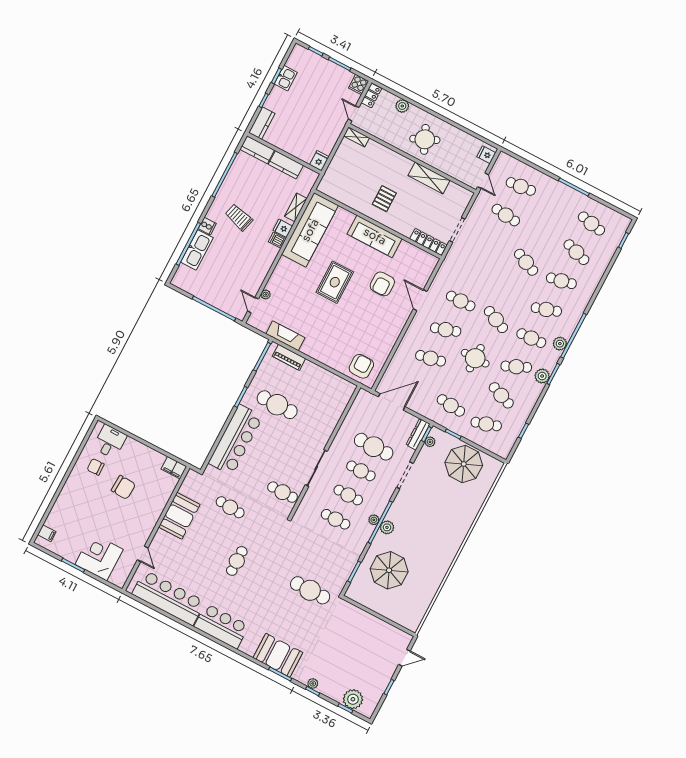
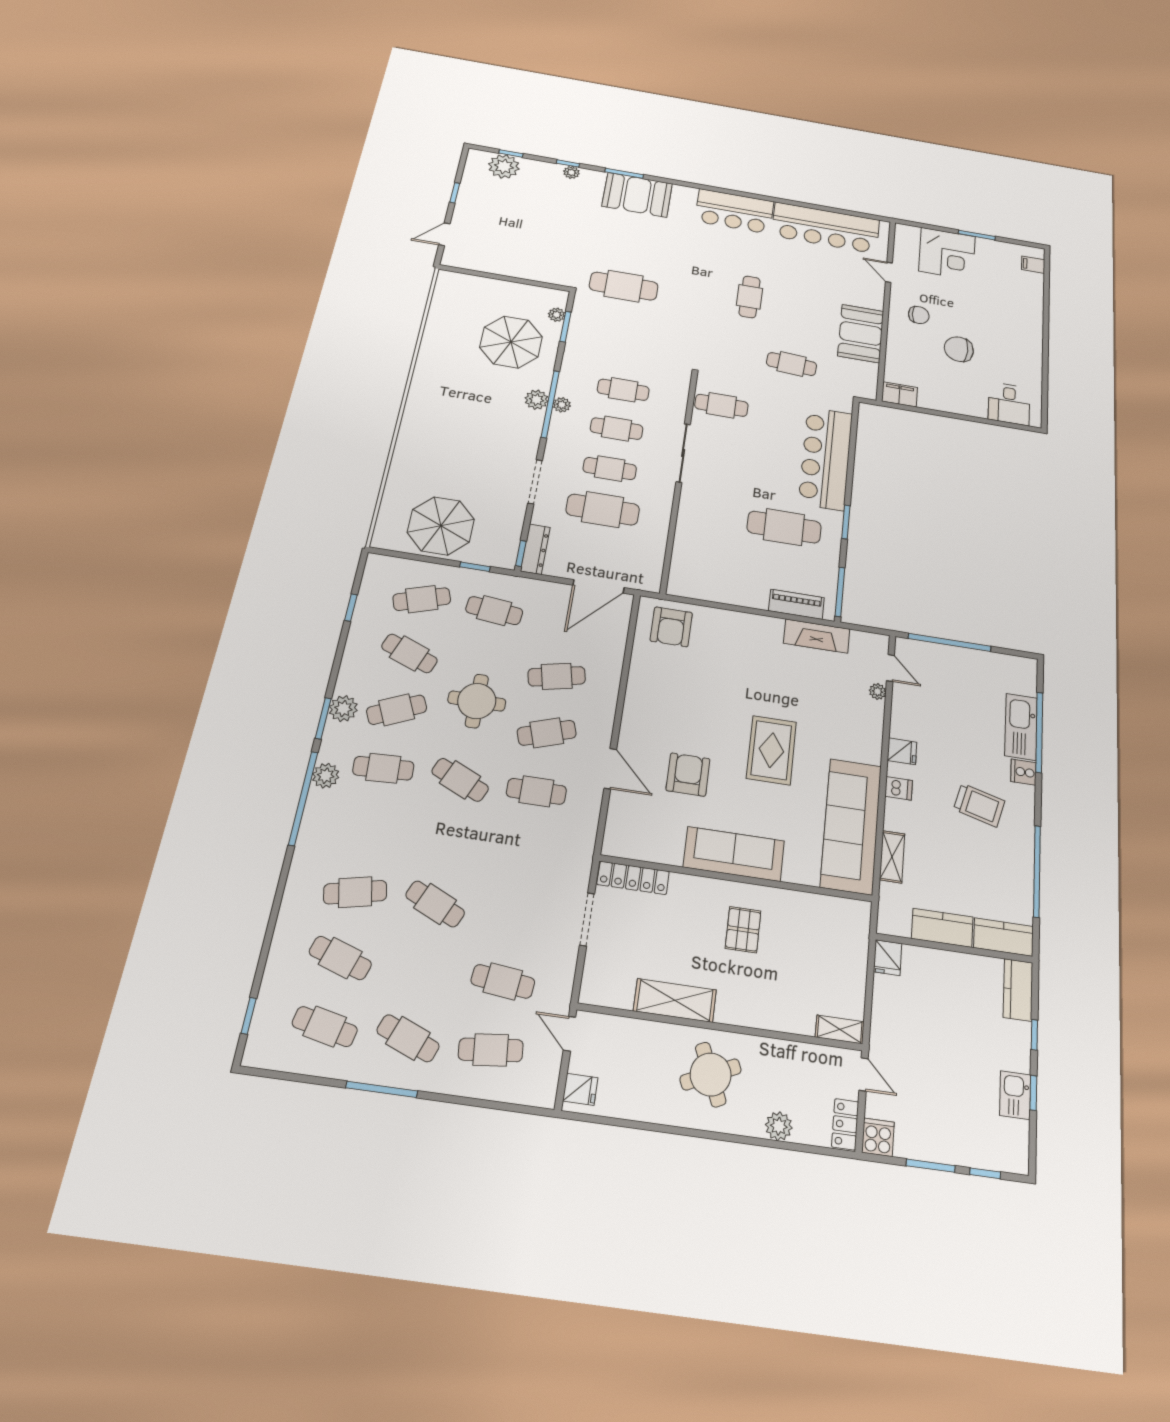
fridge: (283, 228) -> (902, 751), moved
cafe table: (546, 309) -> (408, 1038), moved, turned 39
plant: (430, 442) -> (557, 315), moved
chair: (96, 467) -> (919, 315), moved

